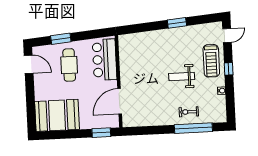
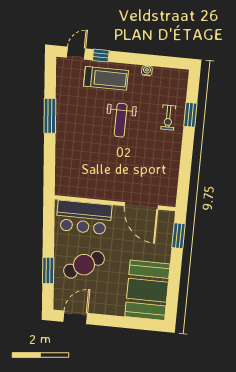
window: (177, 23) -> (50, 116), width x1.44
door: (227, 36) -> (76, 53), hinge flipped
cafe table: (69, 65) -> (84, 265), turned -31
window: (229, 69) -> (101, 55), moved
window: (193, 128) -> (190, 115), width x0.47

